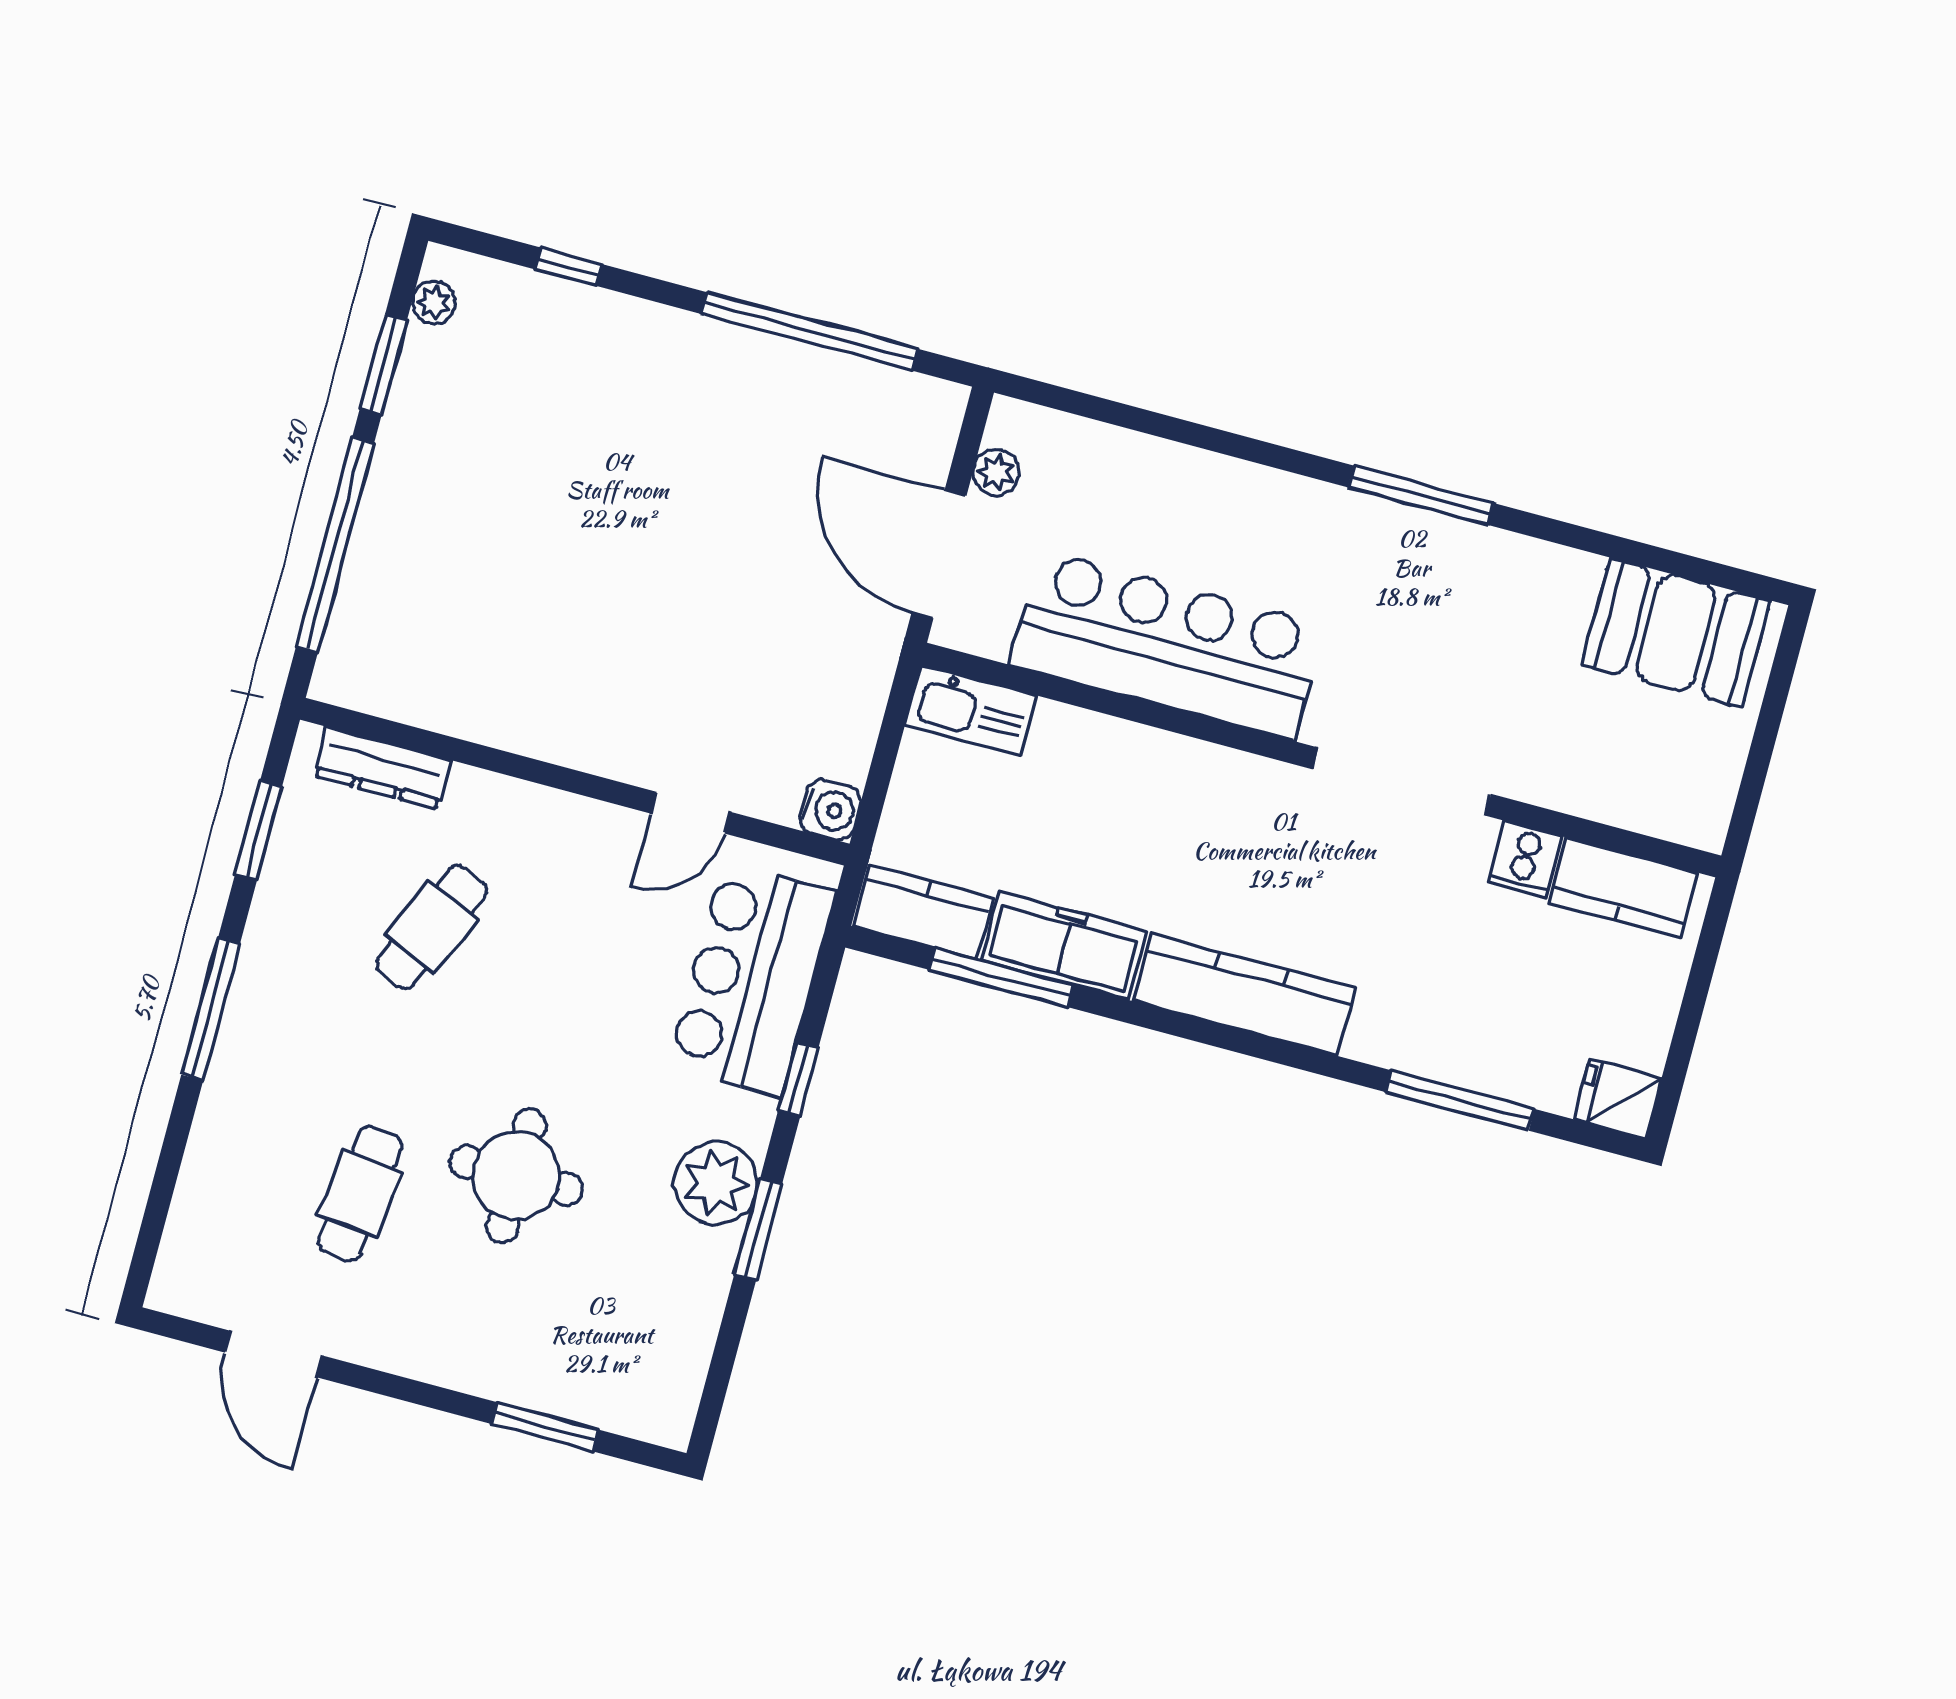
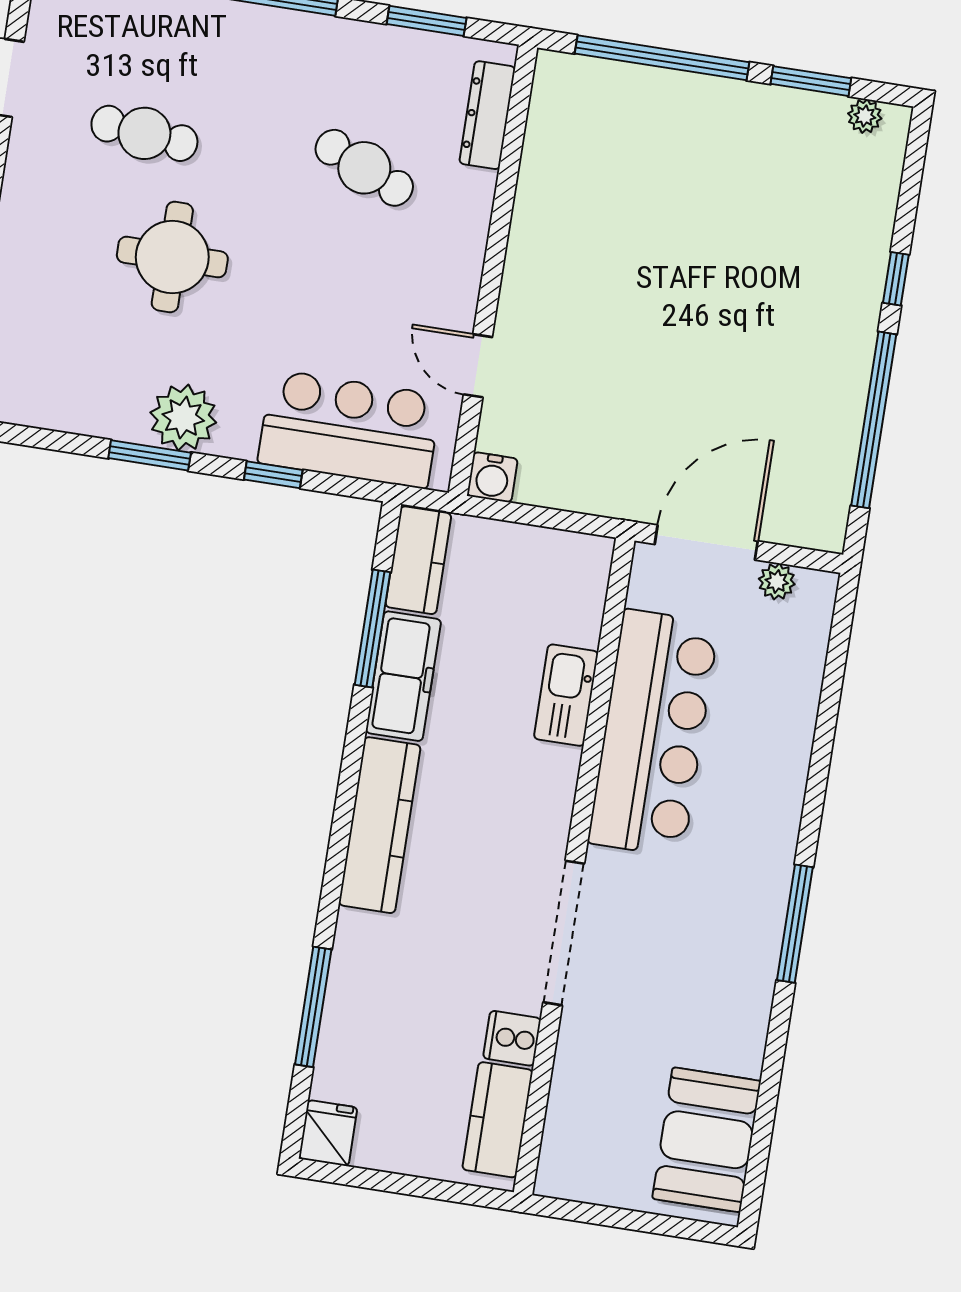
window: (569, 267) -> (896, 279), moved
kitchen sink: (971, 710) -> (566, 695), moved

